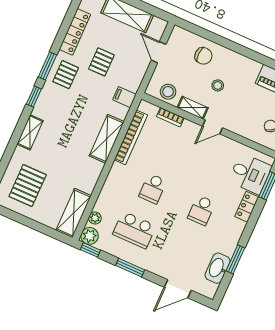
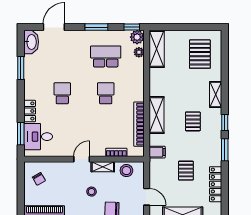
pallet: (66, 75) -> (193, 121), moved
washbasin: (217, 268) -> (31, 42), moved

